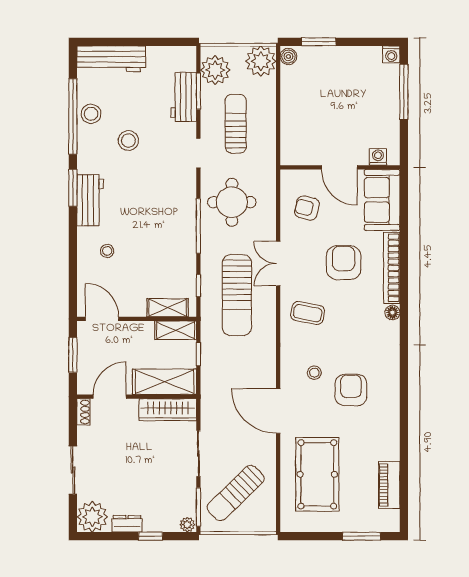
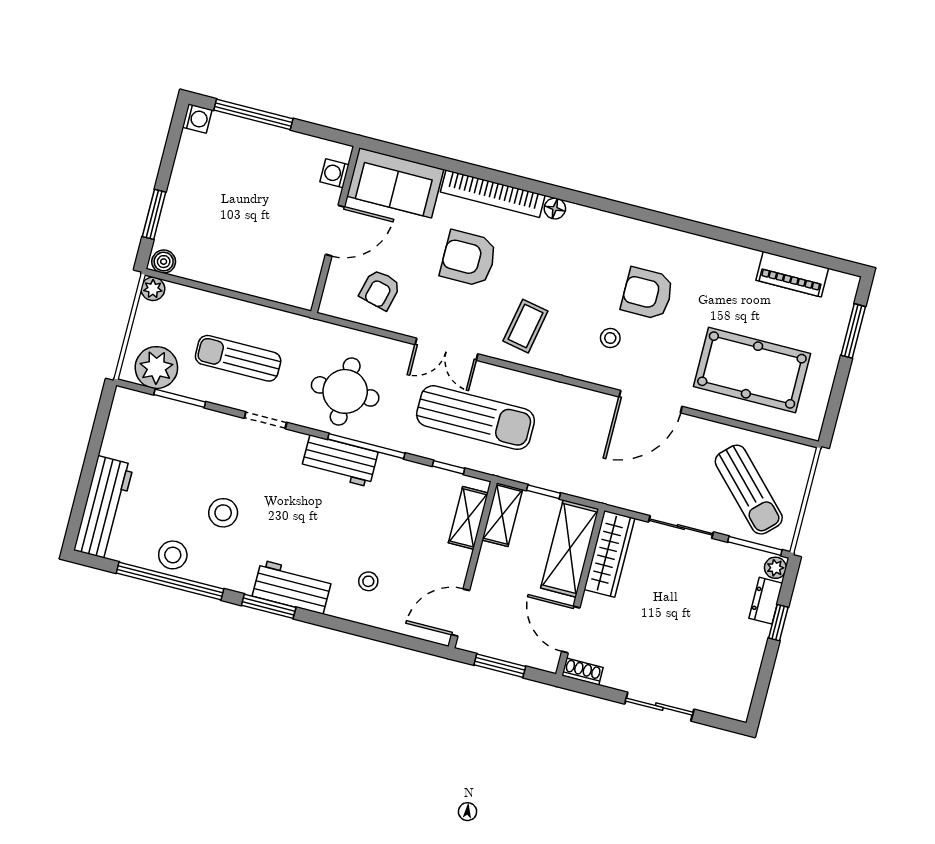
plant: (261, 61) -> (153, 289), width x0.53, depth x0.53
workbench: (184, 97) -> (340, 461), moved
plant: (92, 517) -> (731, 696), removed
dresser: (127, 524) -> (766, 601), moved

